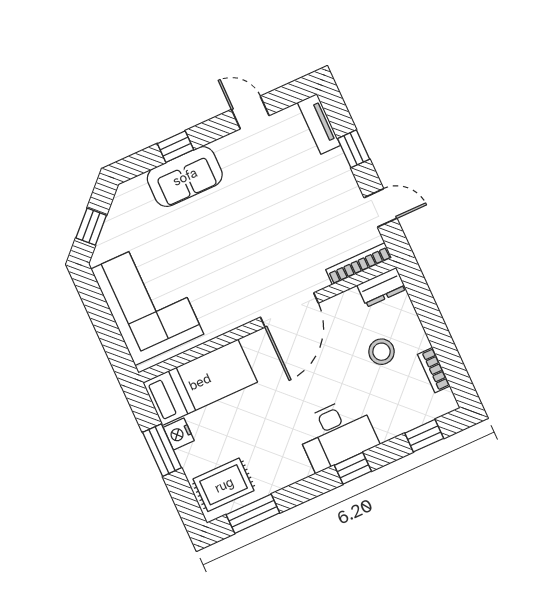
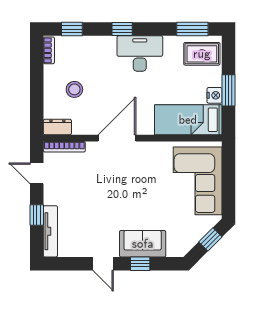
door: (250, 112) -> (103, 264), moved
tv unit: (319, 124) -> (50, 231), width x1.41
bookcase: (434, 370) -> (49, 50), moved
desk: (336, 434) -> (140, 54), moved

